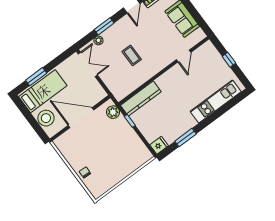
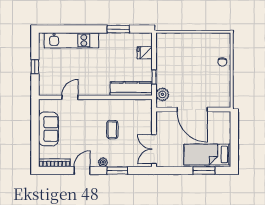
plant: (98, 40) -> (103, 162), moved
stool: (46, 118) -> (221, 130), removed
fridge: (159, 145) -> (145, 53), moved

